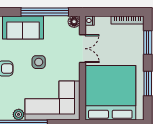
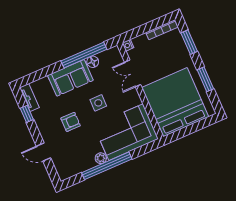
floor lamp: (74, 22) -> (93, 62), moved
double door: (83, 49) -> (133, 73), swing flipped

